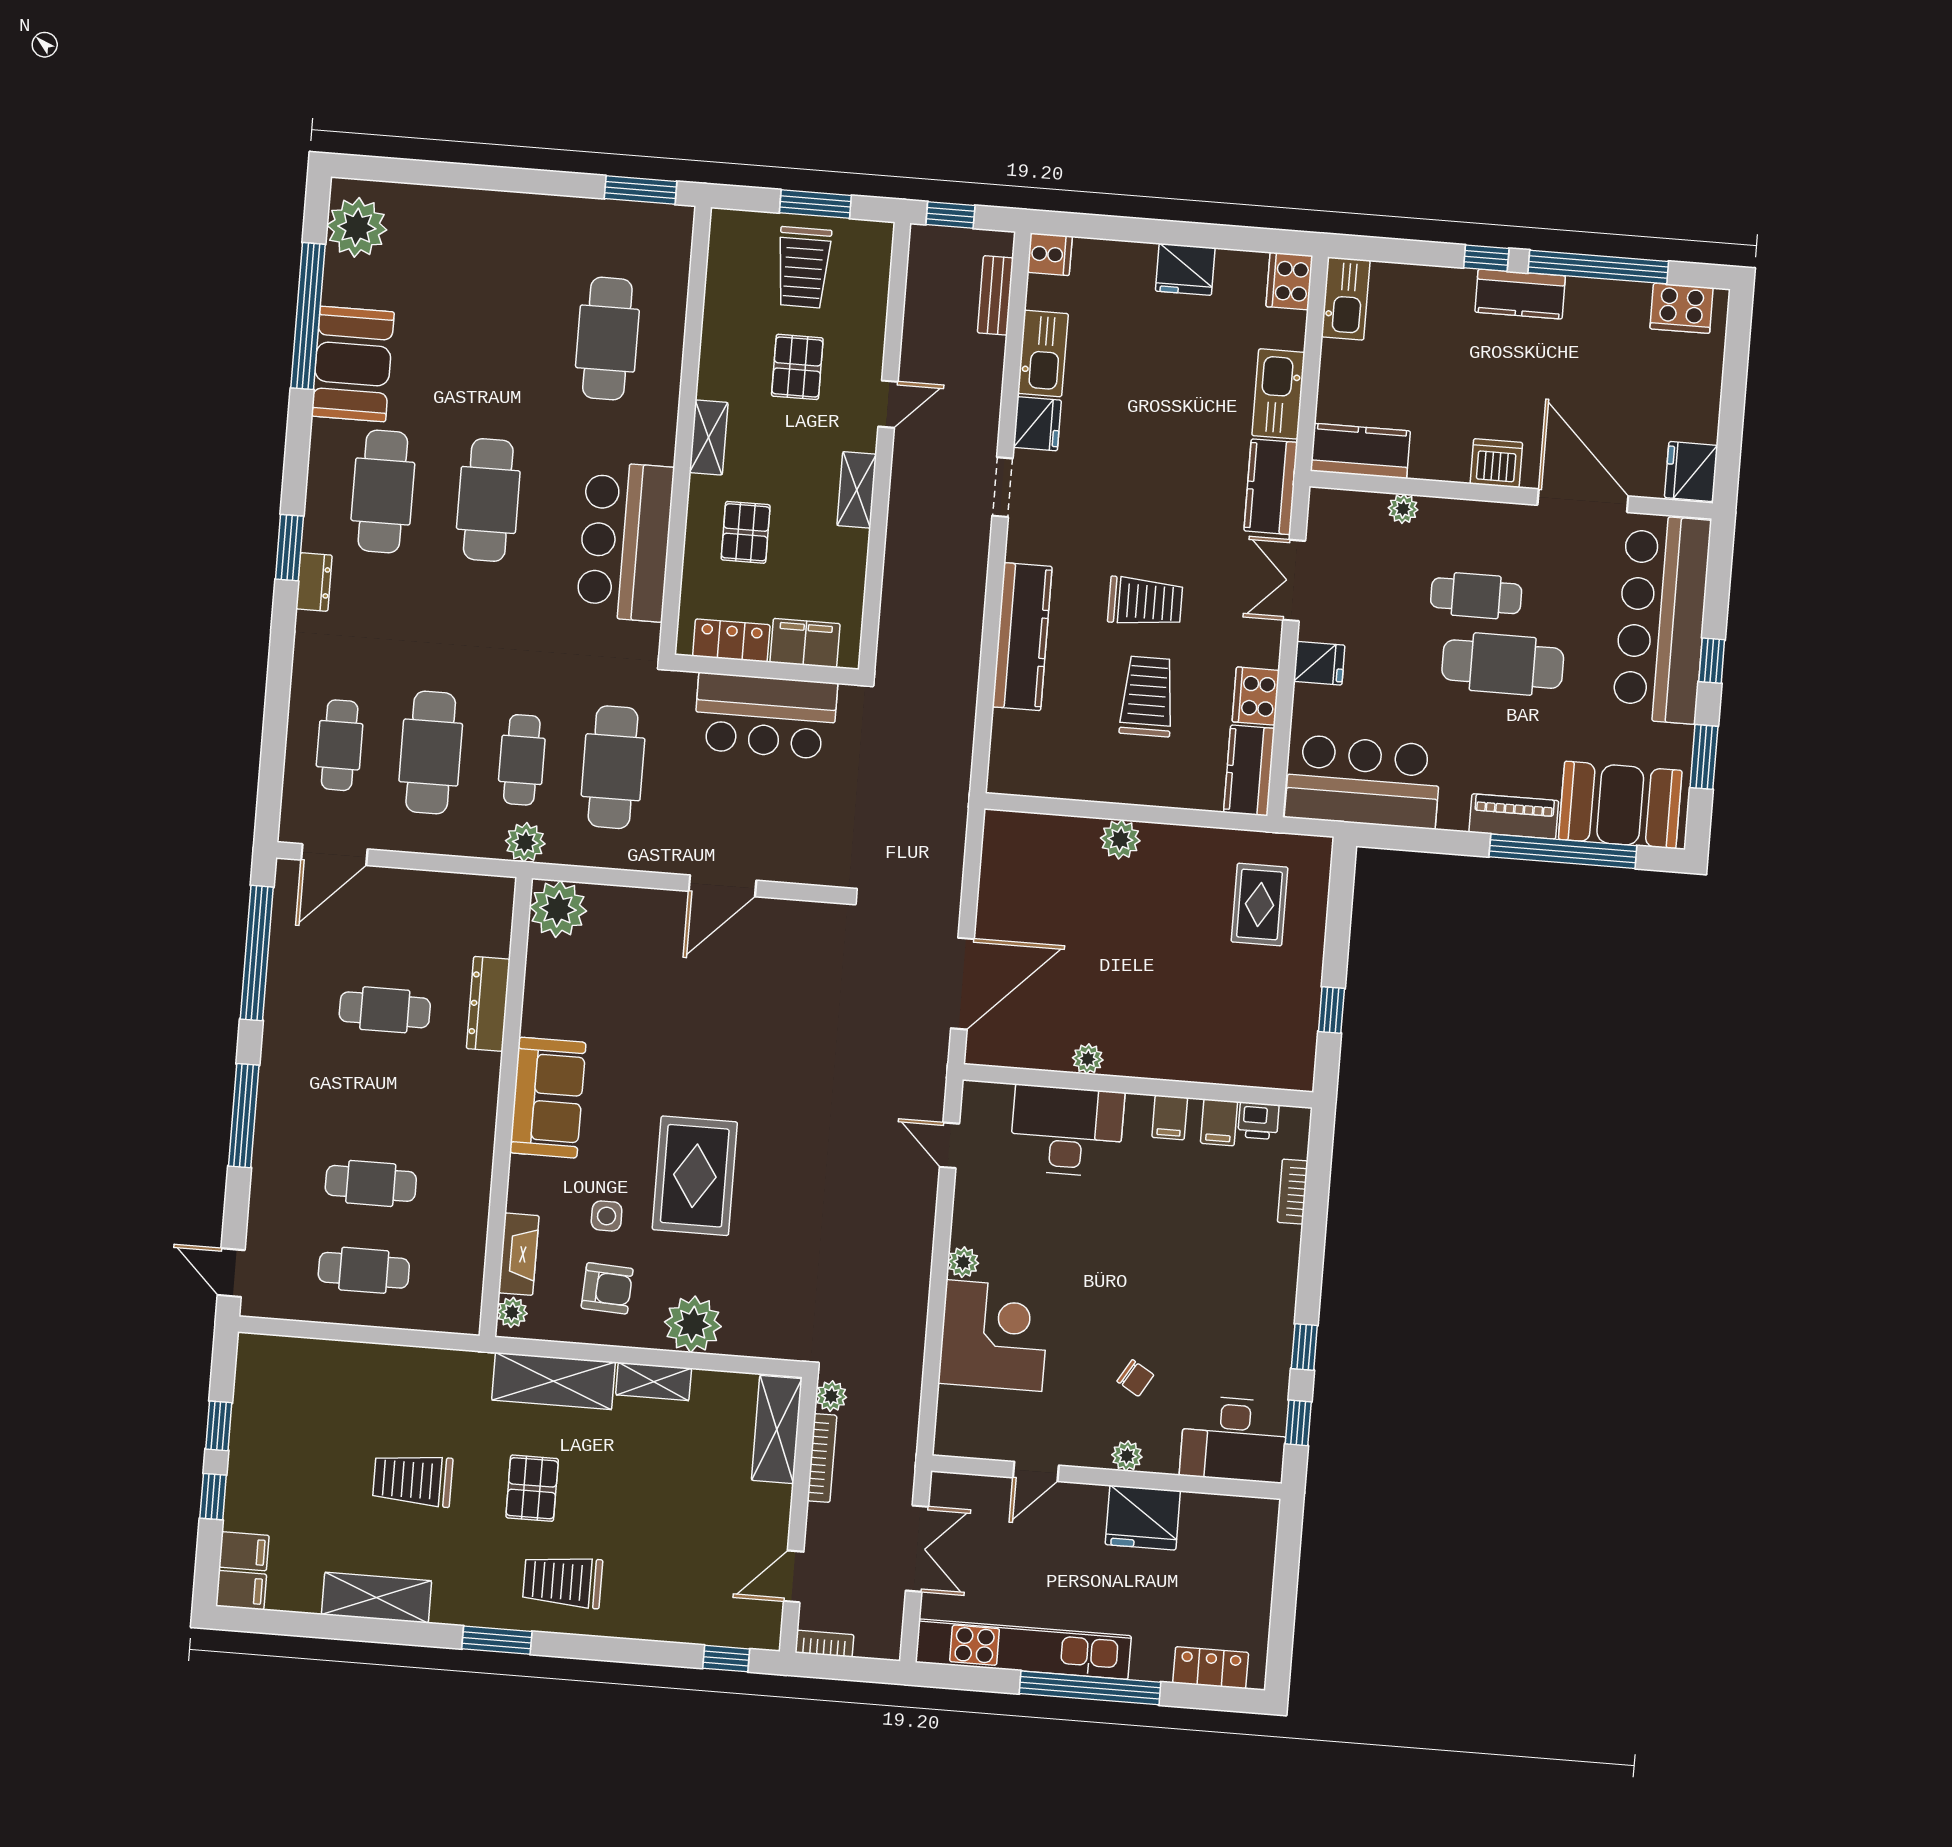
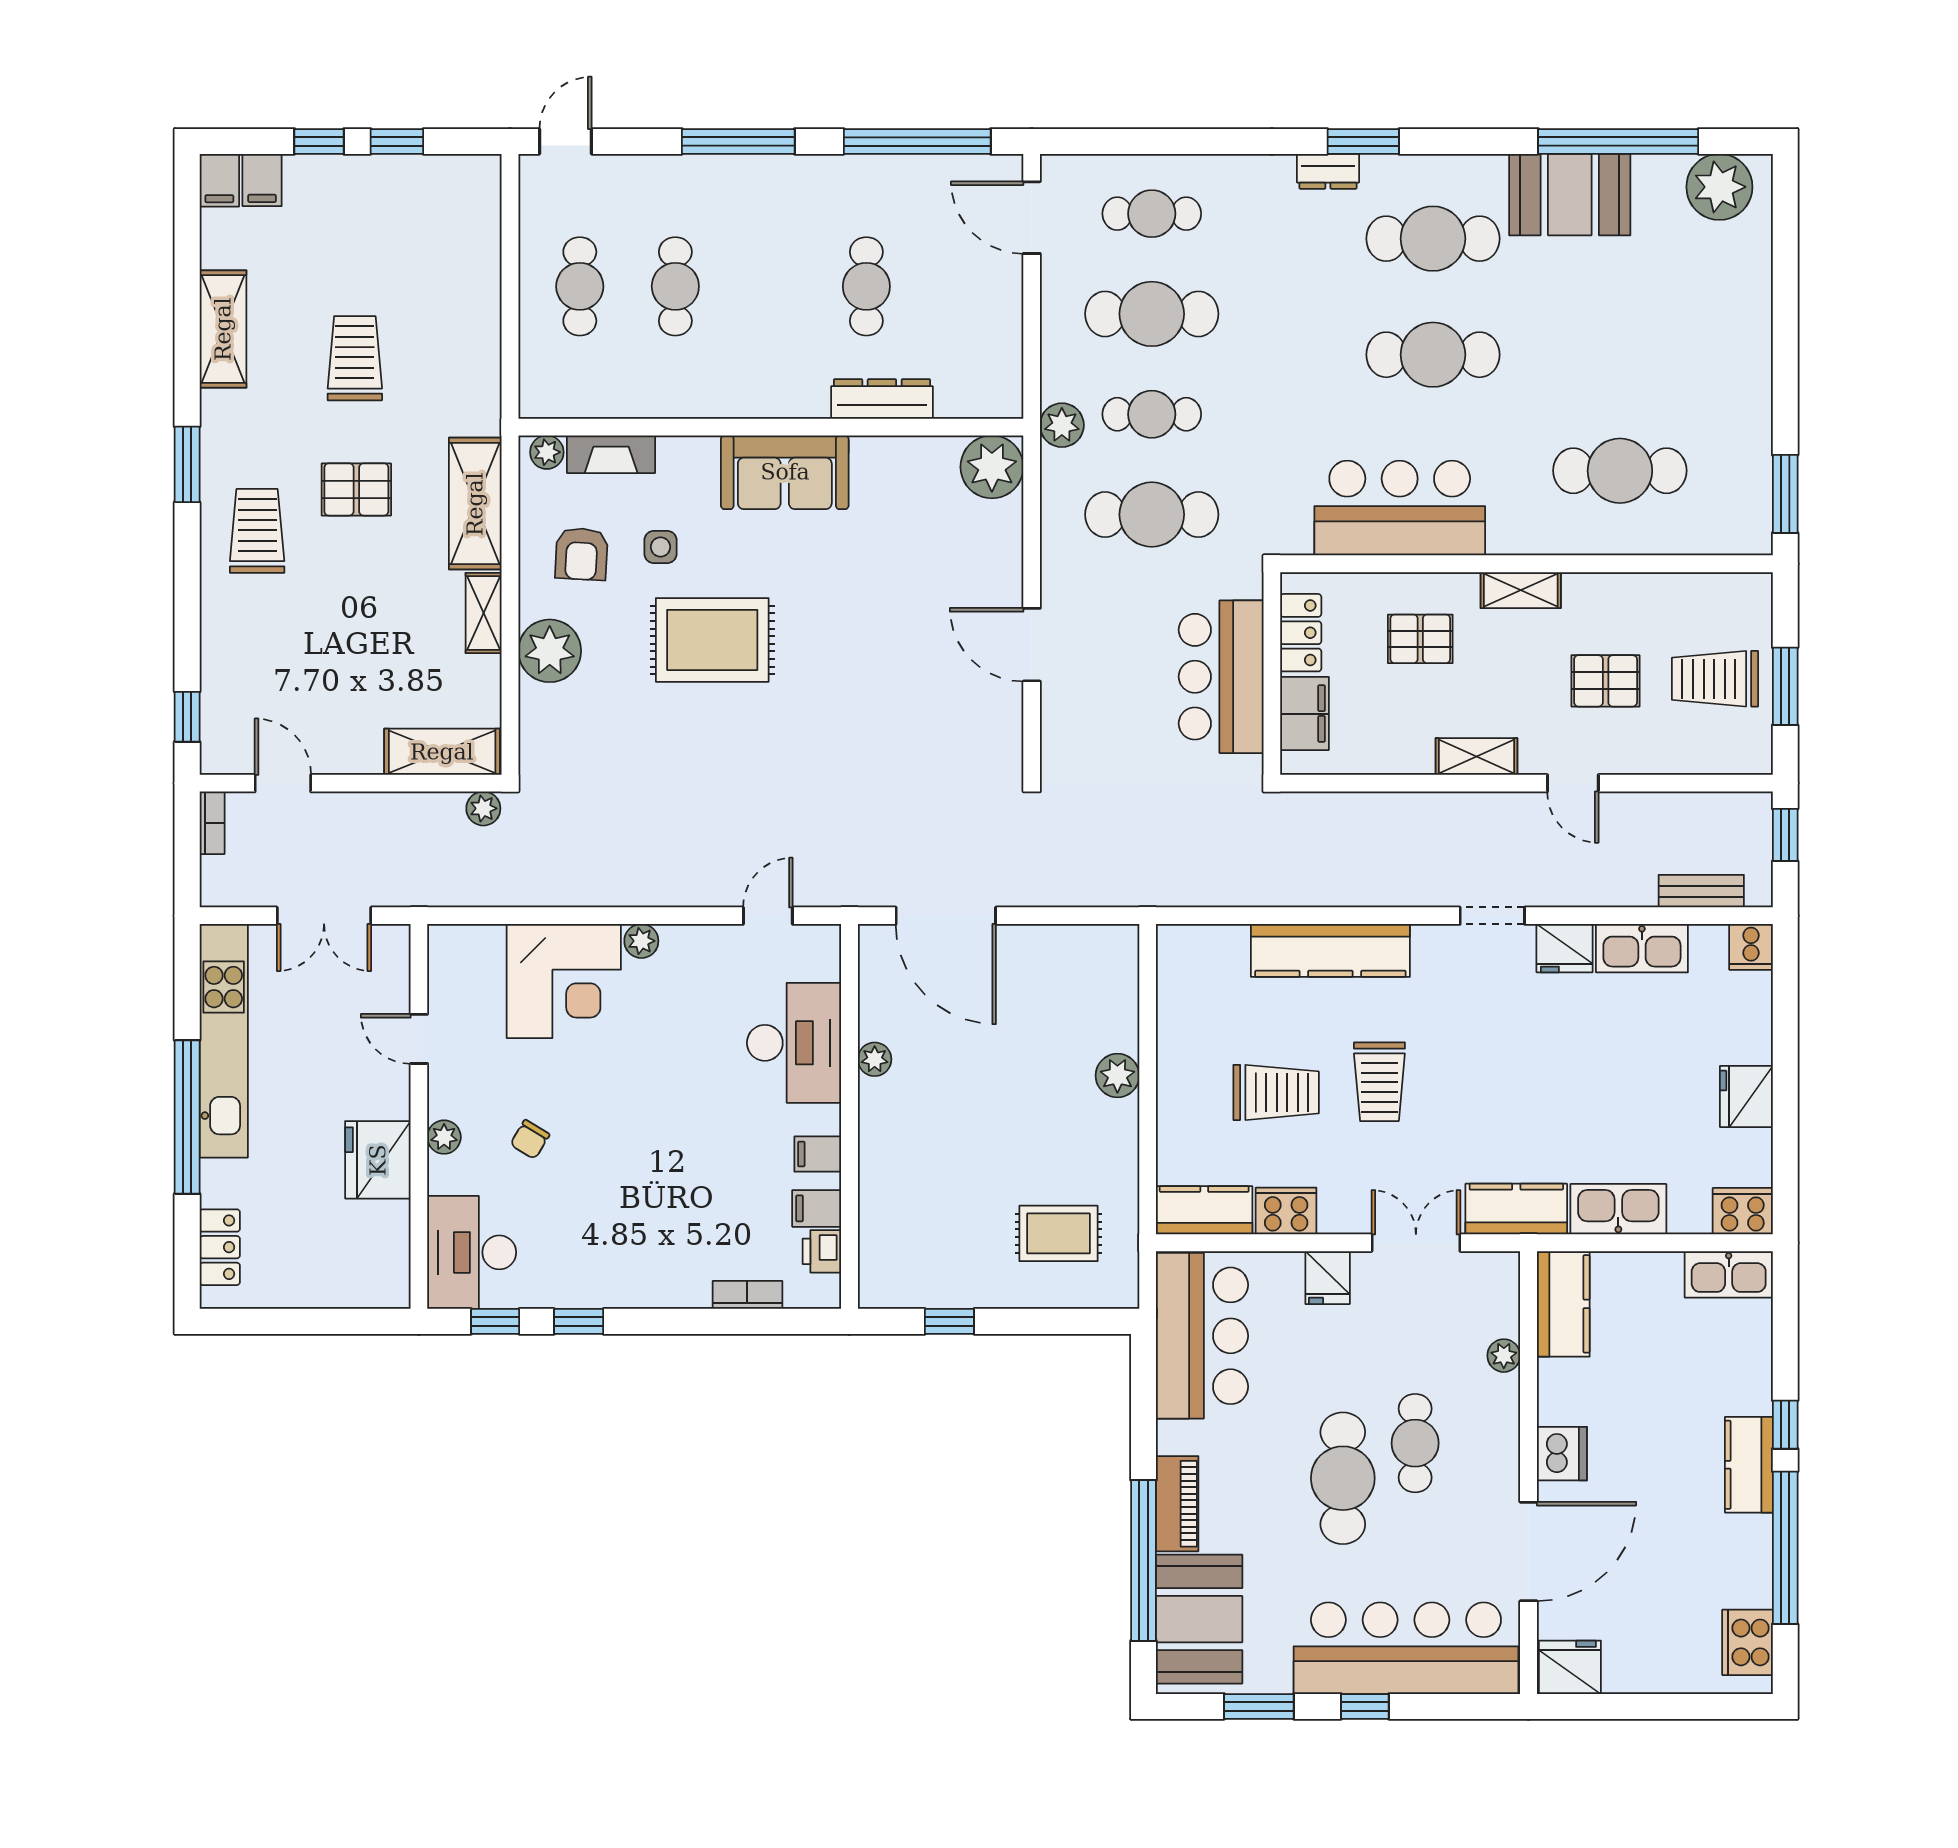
bookcase: (822, 1458) -> (415, 804), removed

